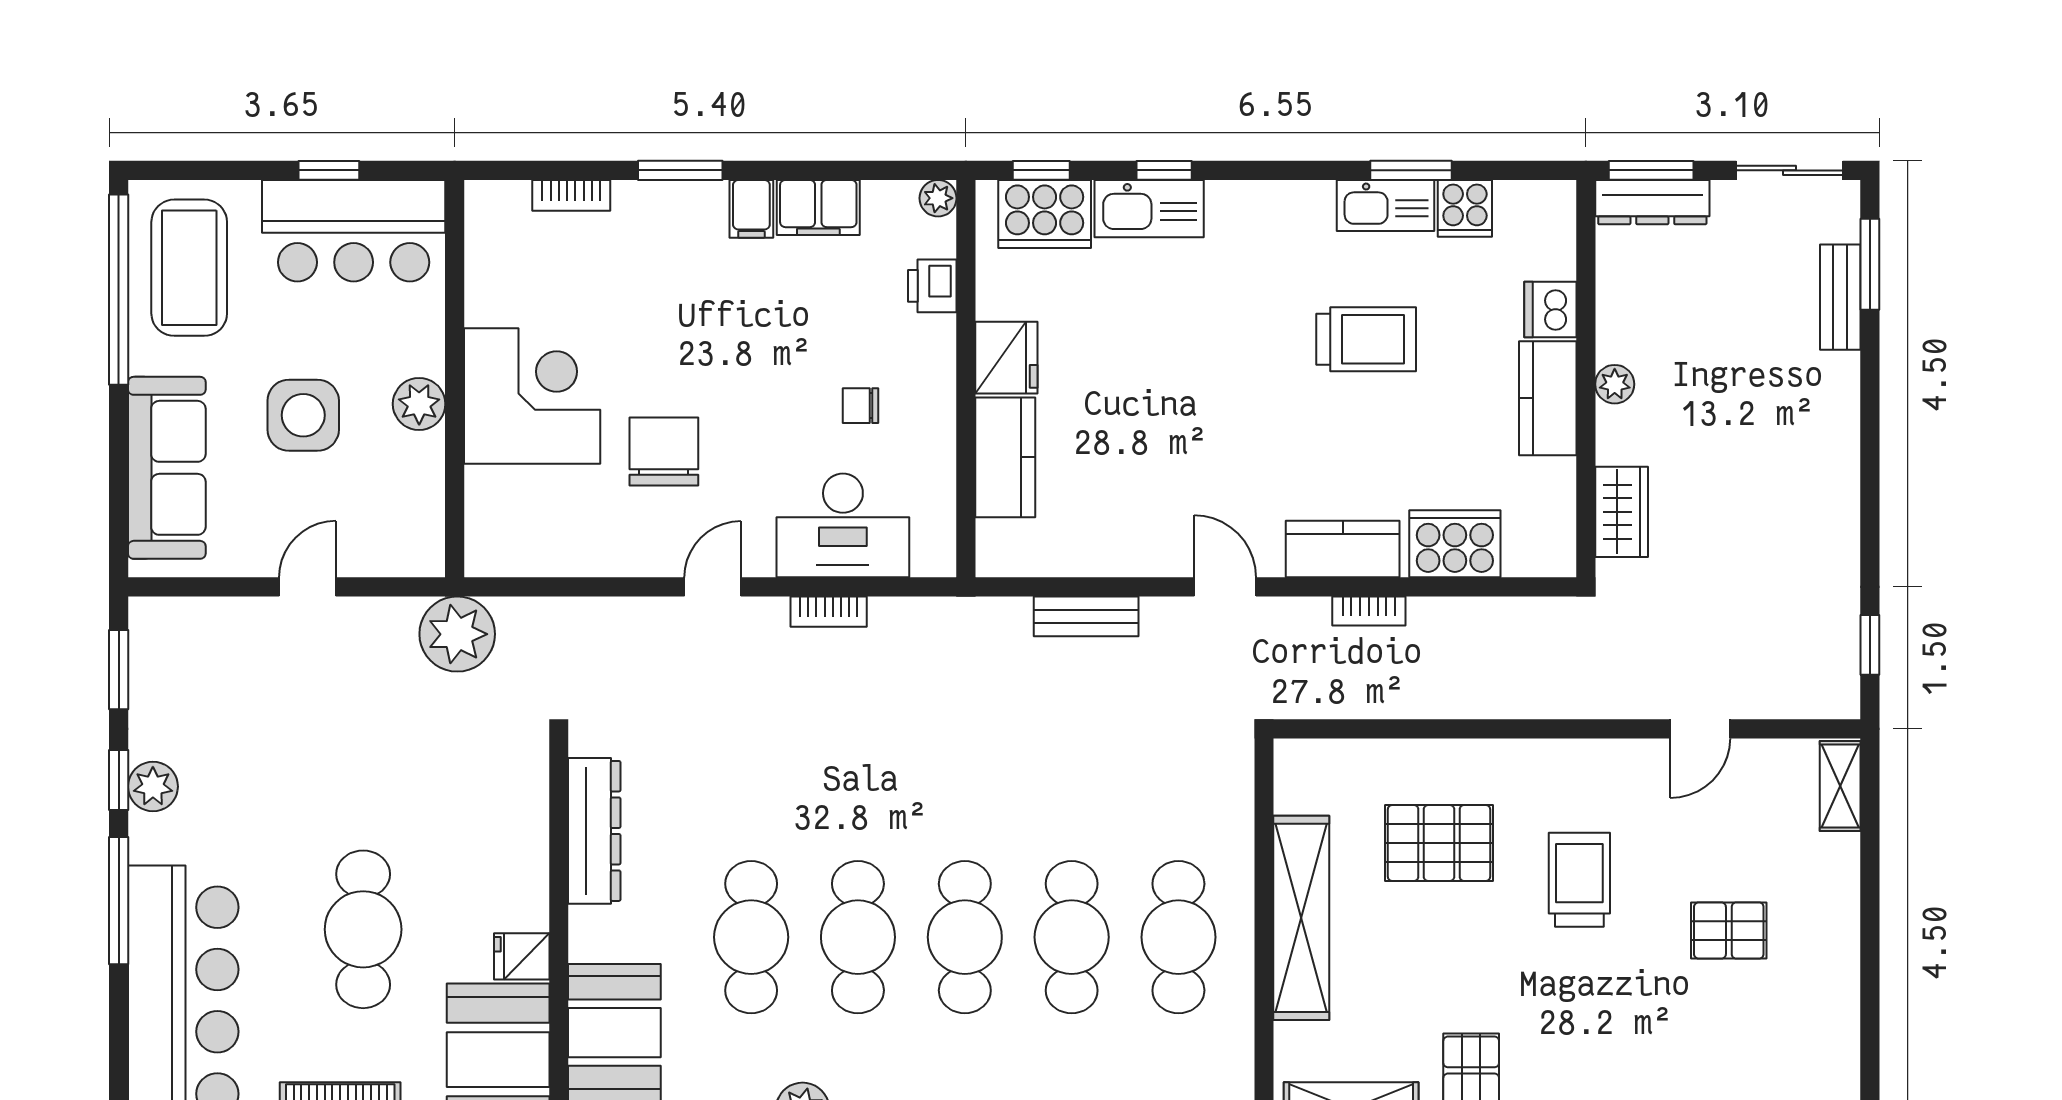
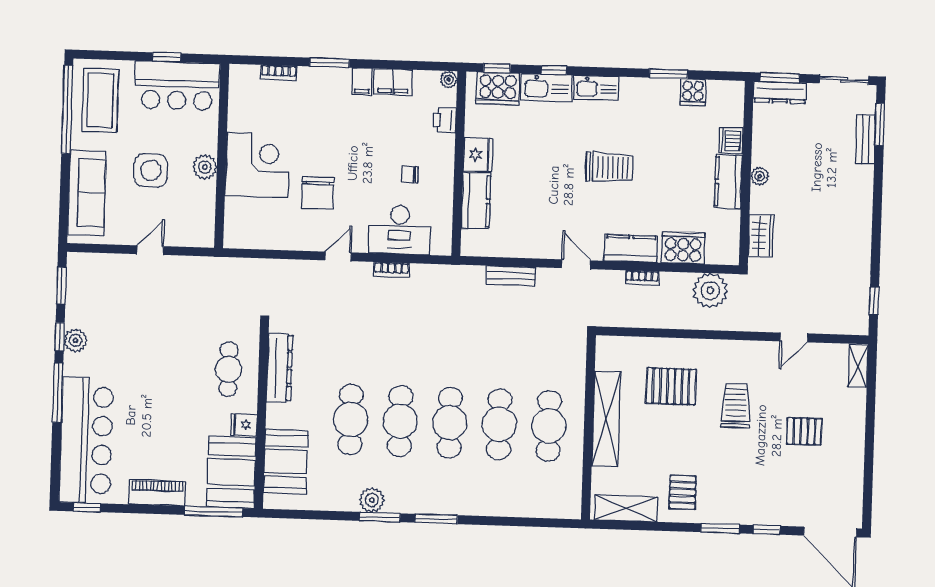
kitchen sink: (1386, 206) -> (596, 88), moved
trolley: (1366, 339) -> (610, 167), moved
chair: (664, 451) -> (318, 193), turned 180
plant: (457, 634) -> (710, 291), moved
cafe table: (363, 929) -> (228, 369), moved, width x0.73, depth x0.74

